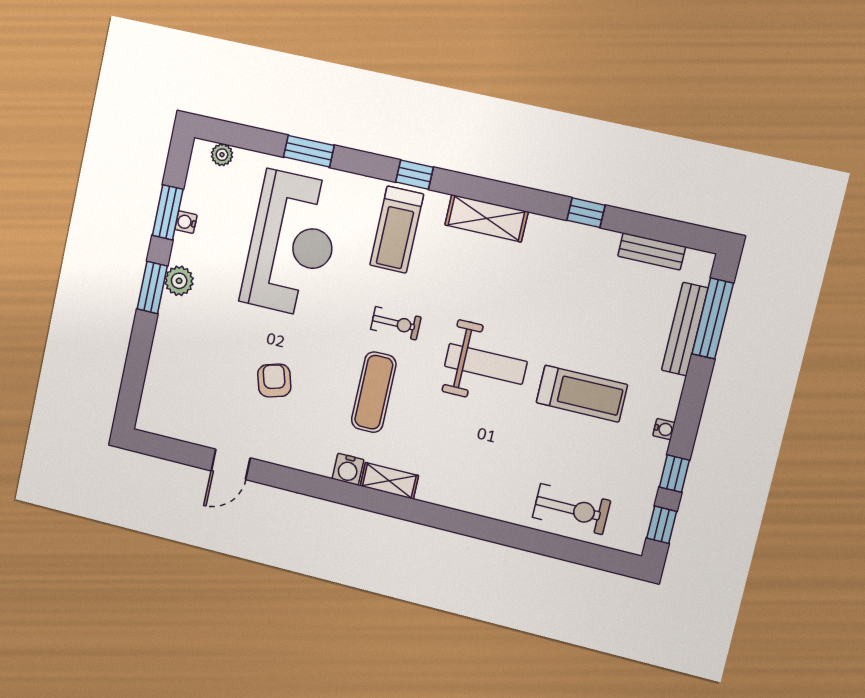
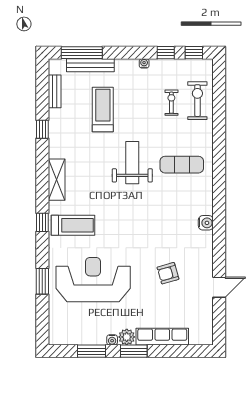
plant: (222, 155) -> (54, 328), removed
water cooler: (186, 222) -> (112, 340), moved
exercise bike: (396, 323) -> (171, 103), moved
row of seats: (167, 344) -> (162, 337), added
exercise mat: (374, 392) -> (182, 165), moved
treadmill: (582, 394) -> (103, 110), moved
door: (231, 464) -> (219, 287), hinge flipped
shelving: (389, 481) -> (206, 199), removed

